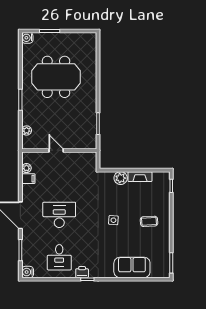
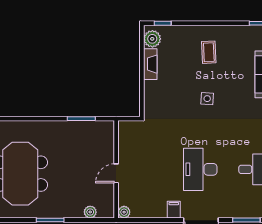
plant: (26, 168) -> (124, 212), moved
plant: (121, 178) -> (152, 39), moved
filing cabinet: (28, 179) -> (174, 210), moved

